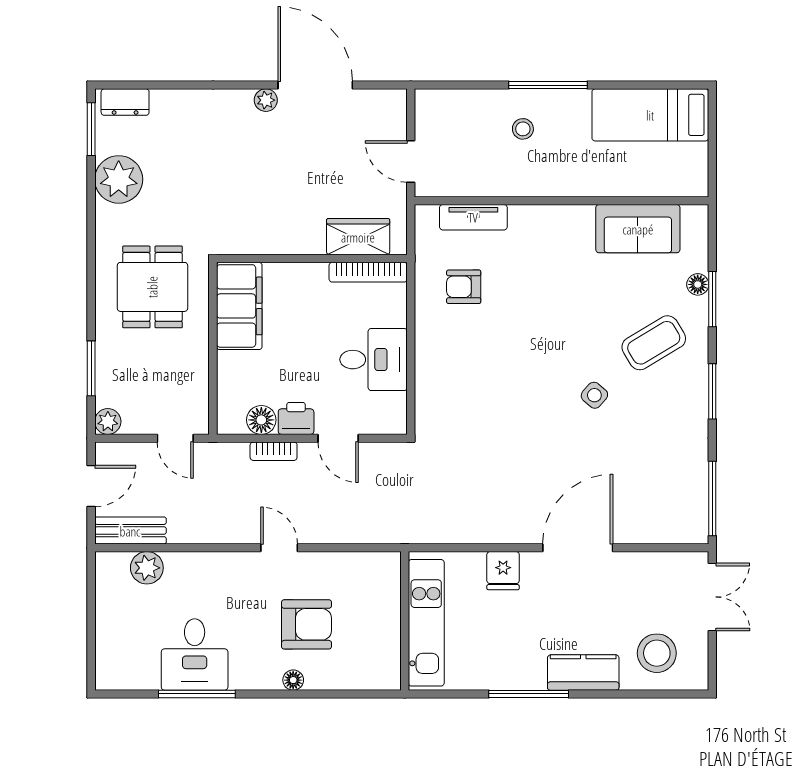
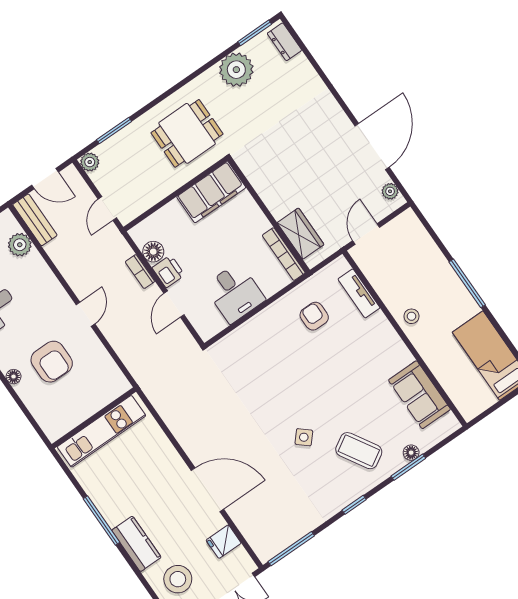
plant: (266, 100) -> (390, 191), moved
stool: (523, 129) -> (412, 316), moved
window: (712, 391) -> (354, 505), width x0.67
fridge: (503, 571) -> (224, 542), moved

